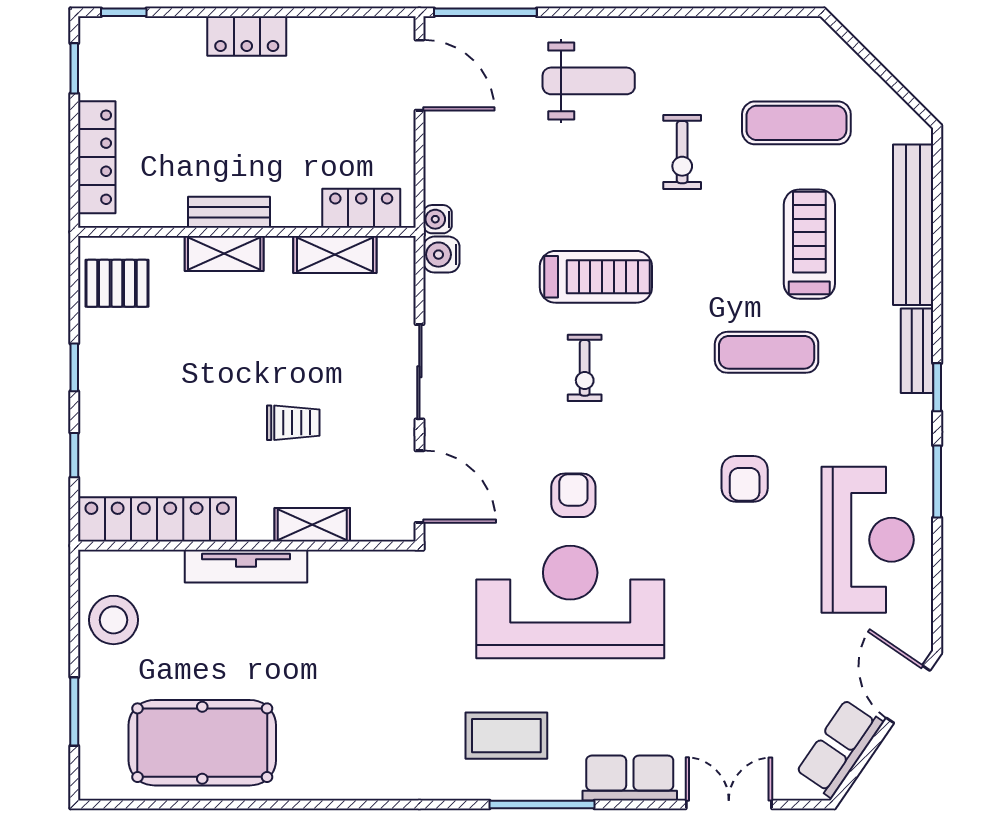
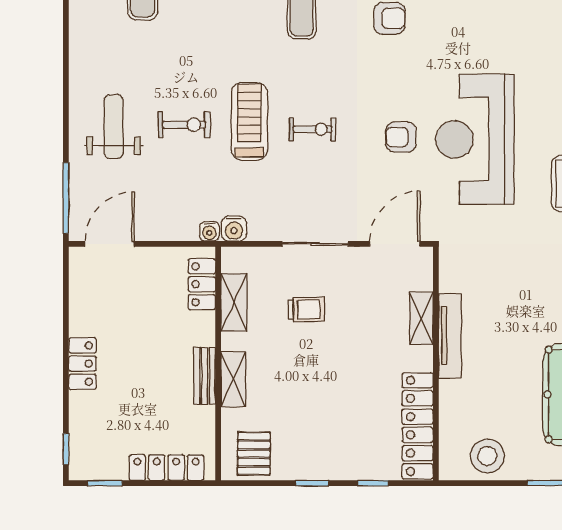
exercise bike: (682, 152) -> (184, 125), moved
trolley: (293, 423) -> (306, 310), moved, turned 89
tv unit: (246, 566) -> (450, 336), moved

